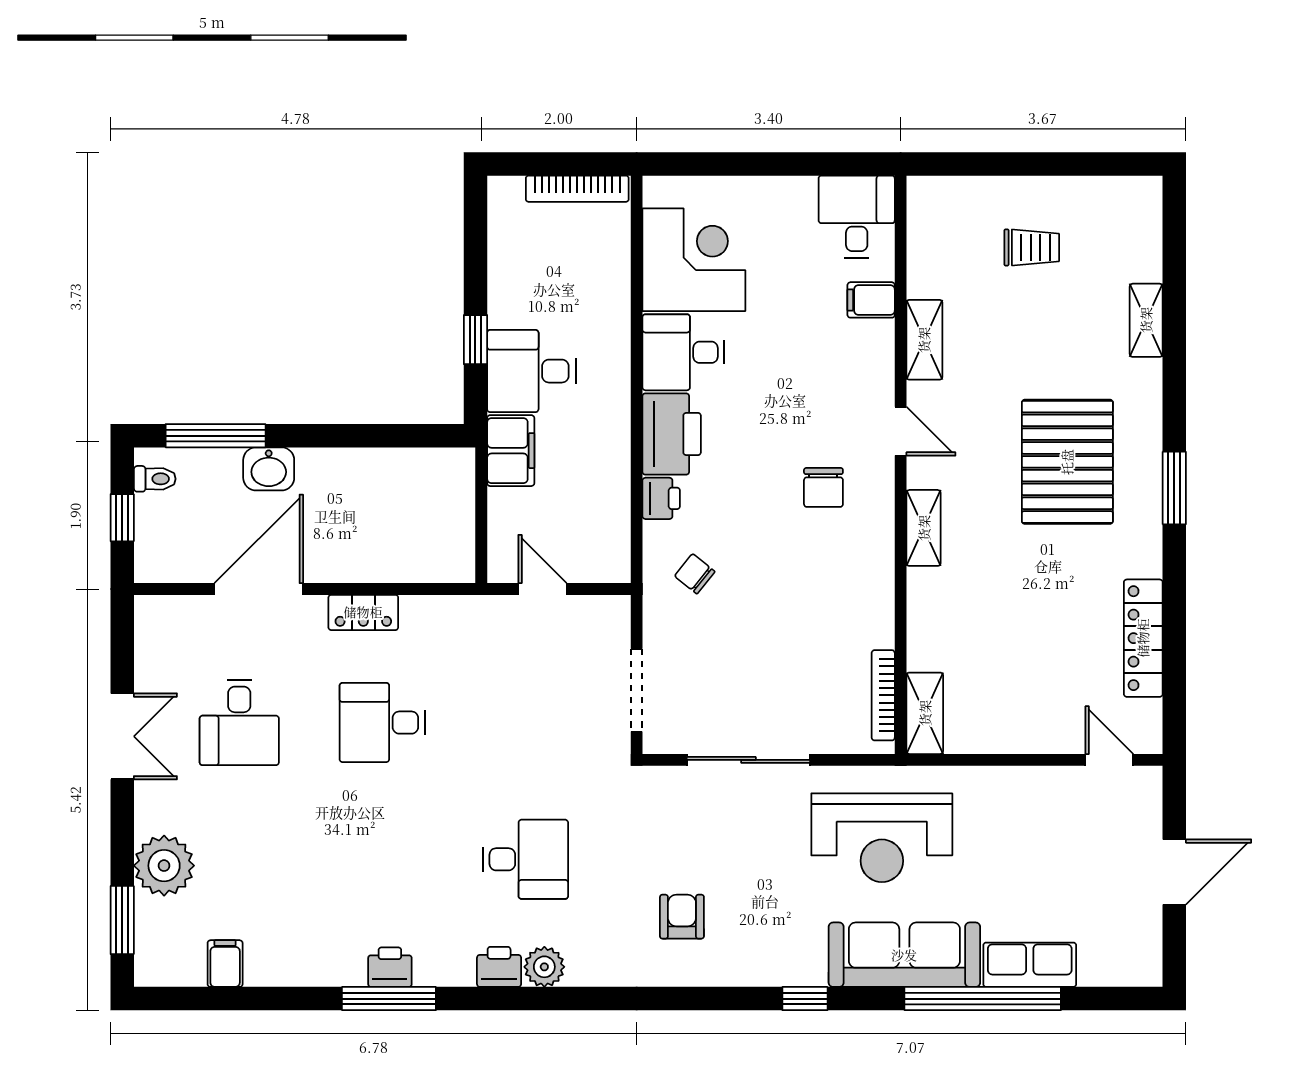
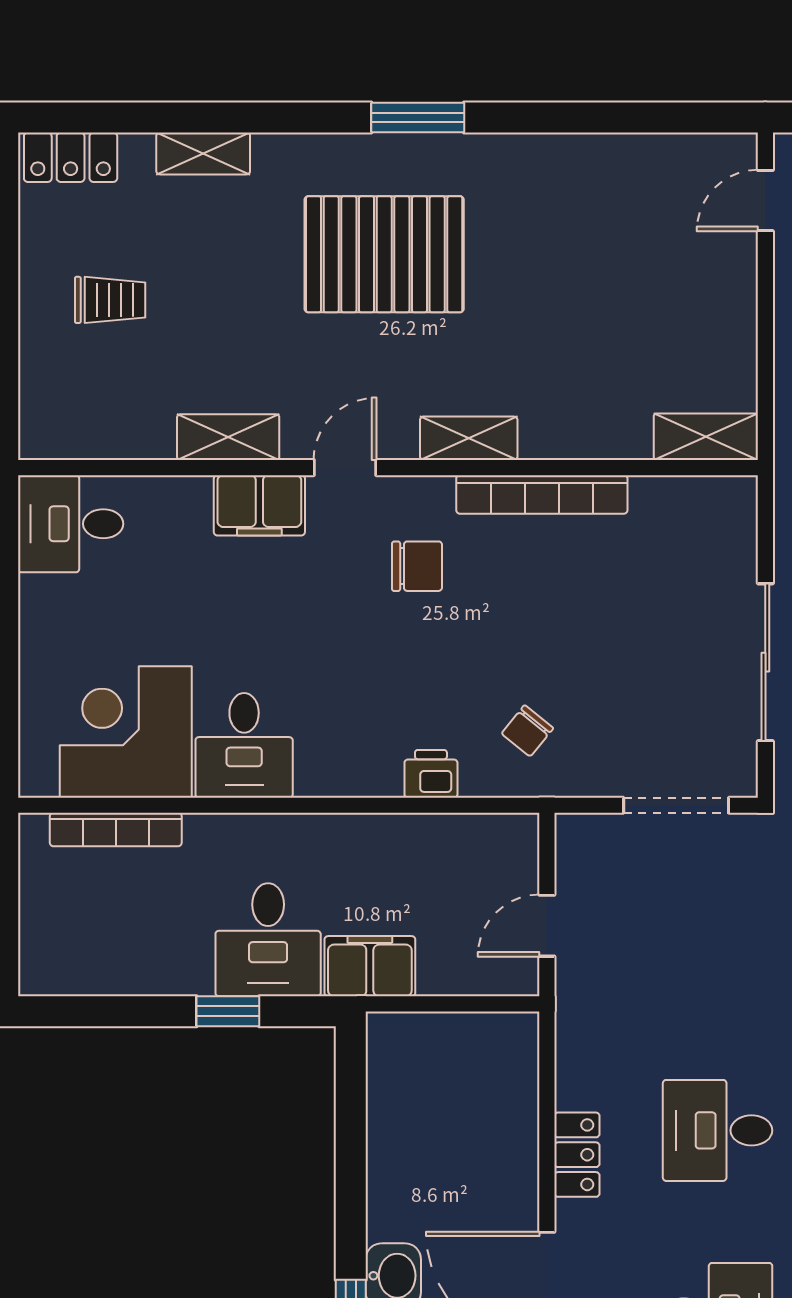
bookcase: (577, 189) -> (116, 829), moved, turned 90
trolley: (1032, 247) -> (110, 300), turned 90
filing cabinet: (871, 300) -> (259, 505), moved, width x2.00
printer: (672, 434) -> (349, 760), removed
locker: (1143, 638) -> (71, 157), moved, width x0.66
bookcase: (883, 695) -> (542, 494), moved, width x1.48, depth x1.31
desk: (382, 723) -> (718, 1130), turned 90

